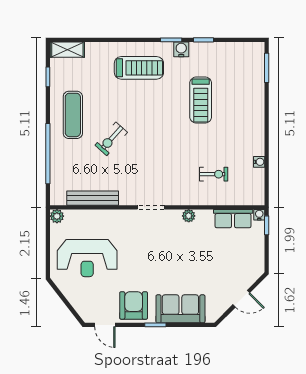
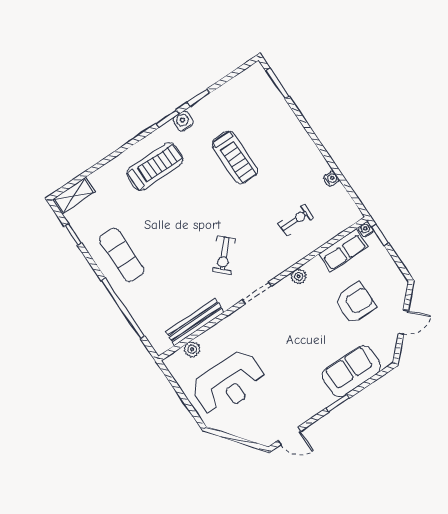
exercise bike: (111, 139) -> (224, 255), moved
plant: (57, 216) -> (192, 349), moved
armchair: (134, 305) -> (355, 303), moved, turned 90

